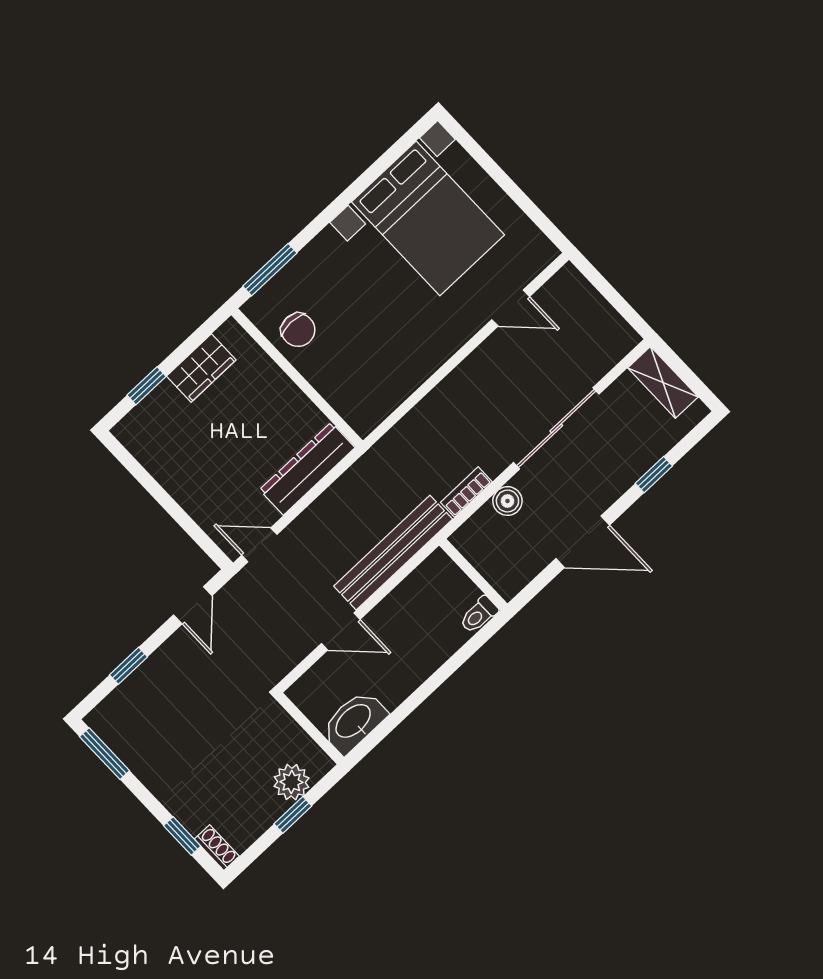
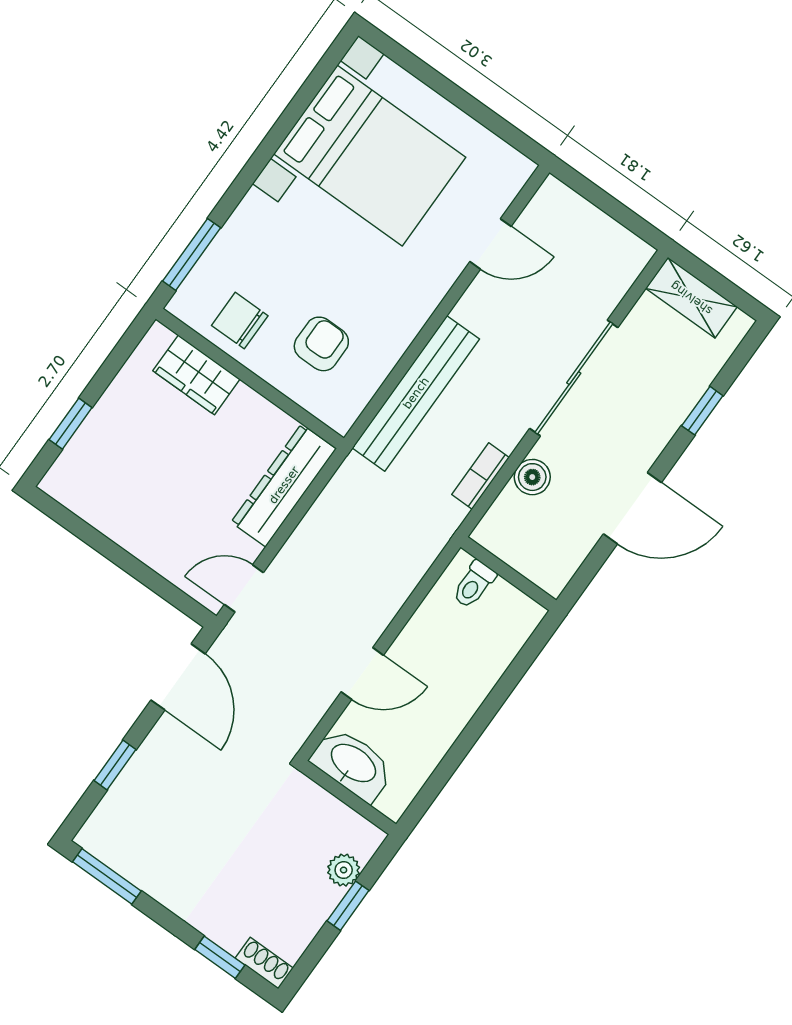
chair: (298, 330) -> (240, 321), turned 180
armchair: (360, 361) -> (321, 344), added
wardrobe: (201, 368) -> (196, 375), moved, turned 90
bench: (393, 553) -> (416, 393), moved
door: (193, 605) -> (178, 677), width x1.38
toilet: (479, 615) -> (474, 584), moved
washbasin: (354, 722) -> (353, 764), moved, turned 90
plant: (292, 782) -> (344, 870), width x0.73, depth x0.73

